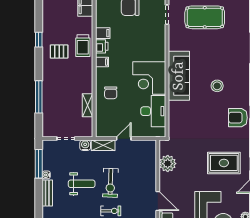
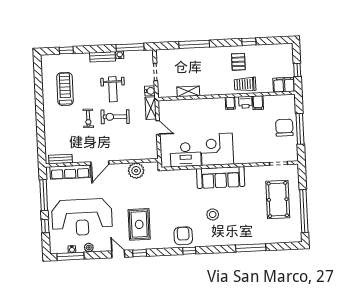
chair: (111, 93) -> (201, 113), removed

